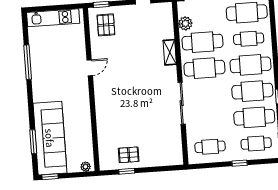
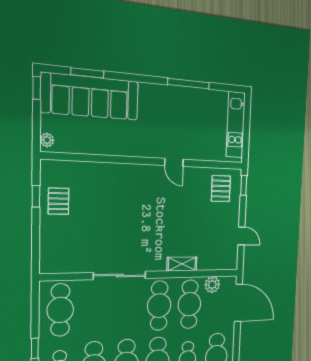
pallet: (106, 25) -> (221, 189), turned 90
cafe table: (210, 147) -> (60, 310), width x1.37, depth x1.35

